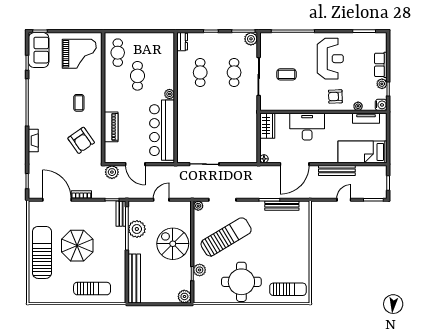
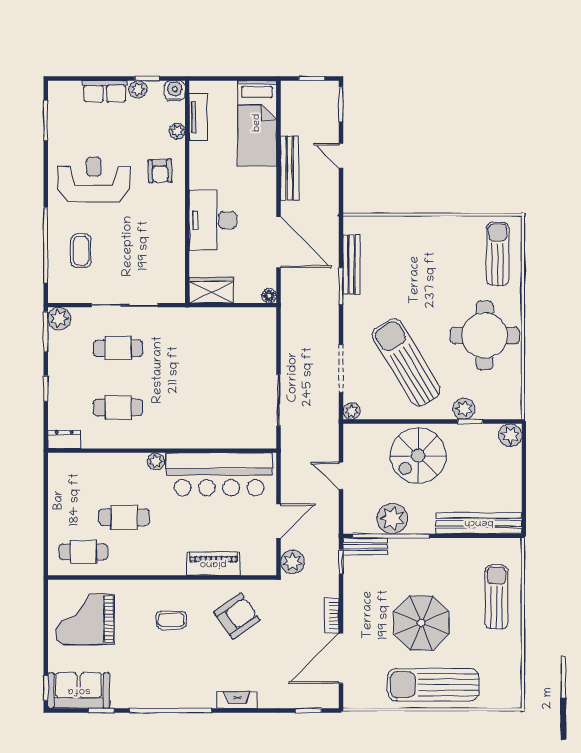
grand piano: (79, 54) -> (85, 619), turned -90
coffee table: (286, 74) -> (81, 251), moved

